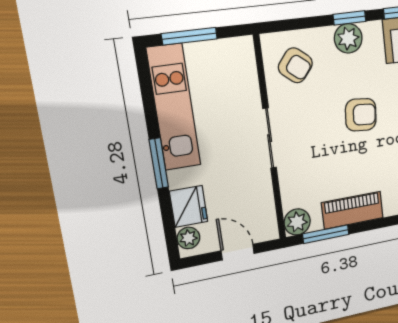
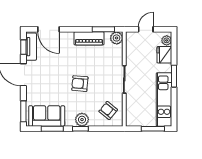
door: (238, 252) -> (146, 29), swing flipped

